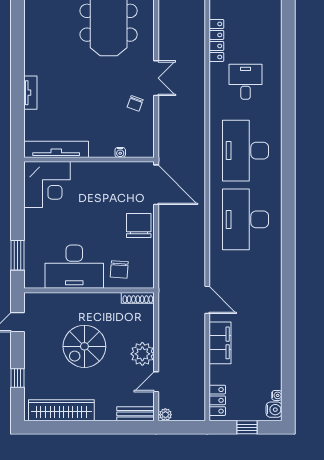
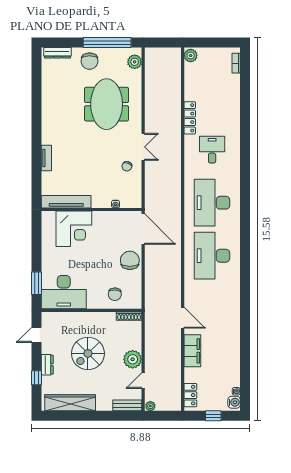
corner desk: (47, 184) -> (74, 229), moved
desk: (74, 267) -> (64, 292), moved
dresser: (32, 361) -> (47, 365), added

